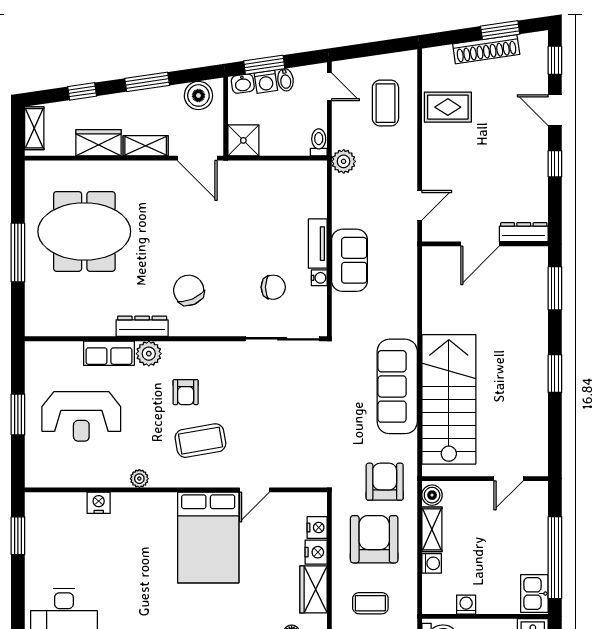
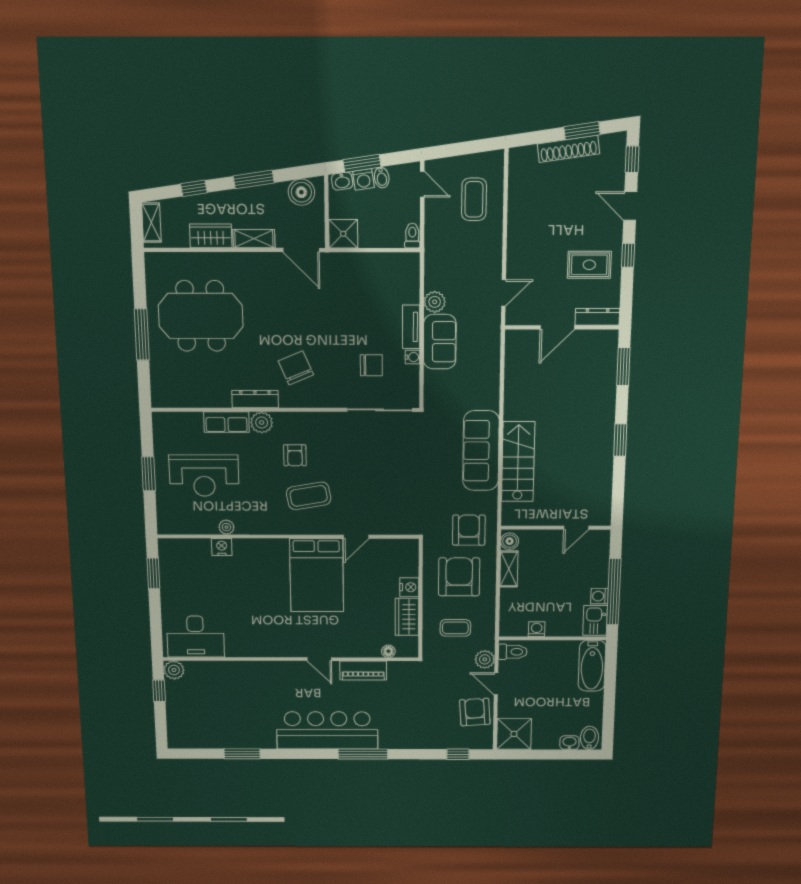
rug: (448, 107) -> (589, 265), moved
plant: (344, 161) -> (435, 302), moved
stairs: (449, 399) -> (518, 462), width x0.73, depth x0.66
plant: (139, 479) -> (226, 527), moved
nightstand: (317, 528) -> (410, 567), removed
washing machine: (432, 563) -> (599, 596), moved, turned 180

